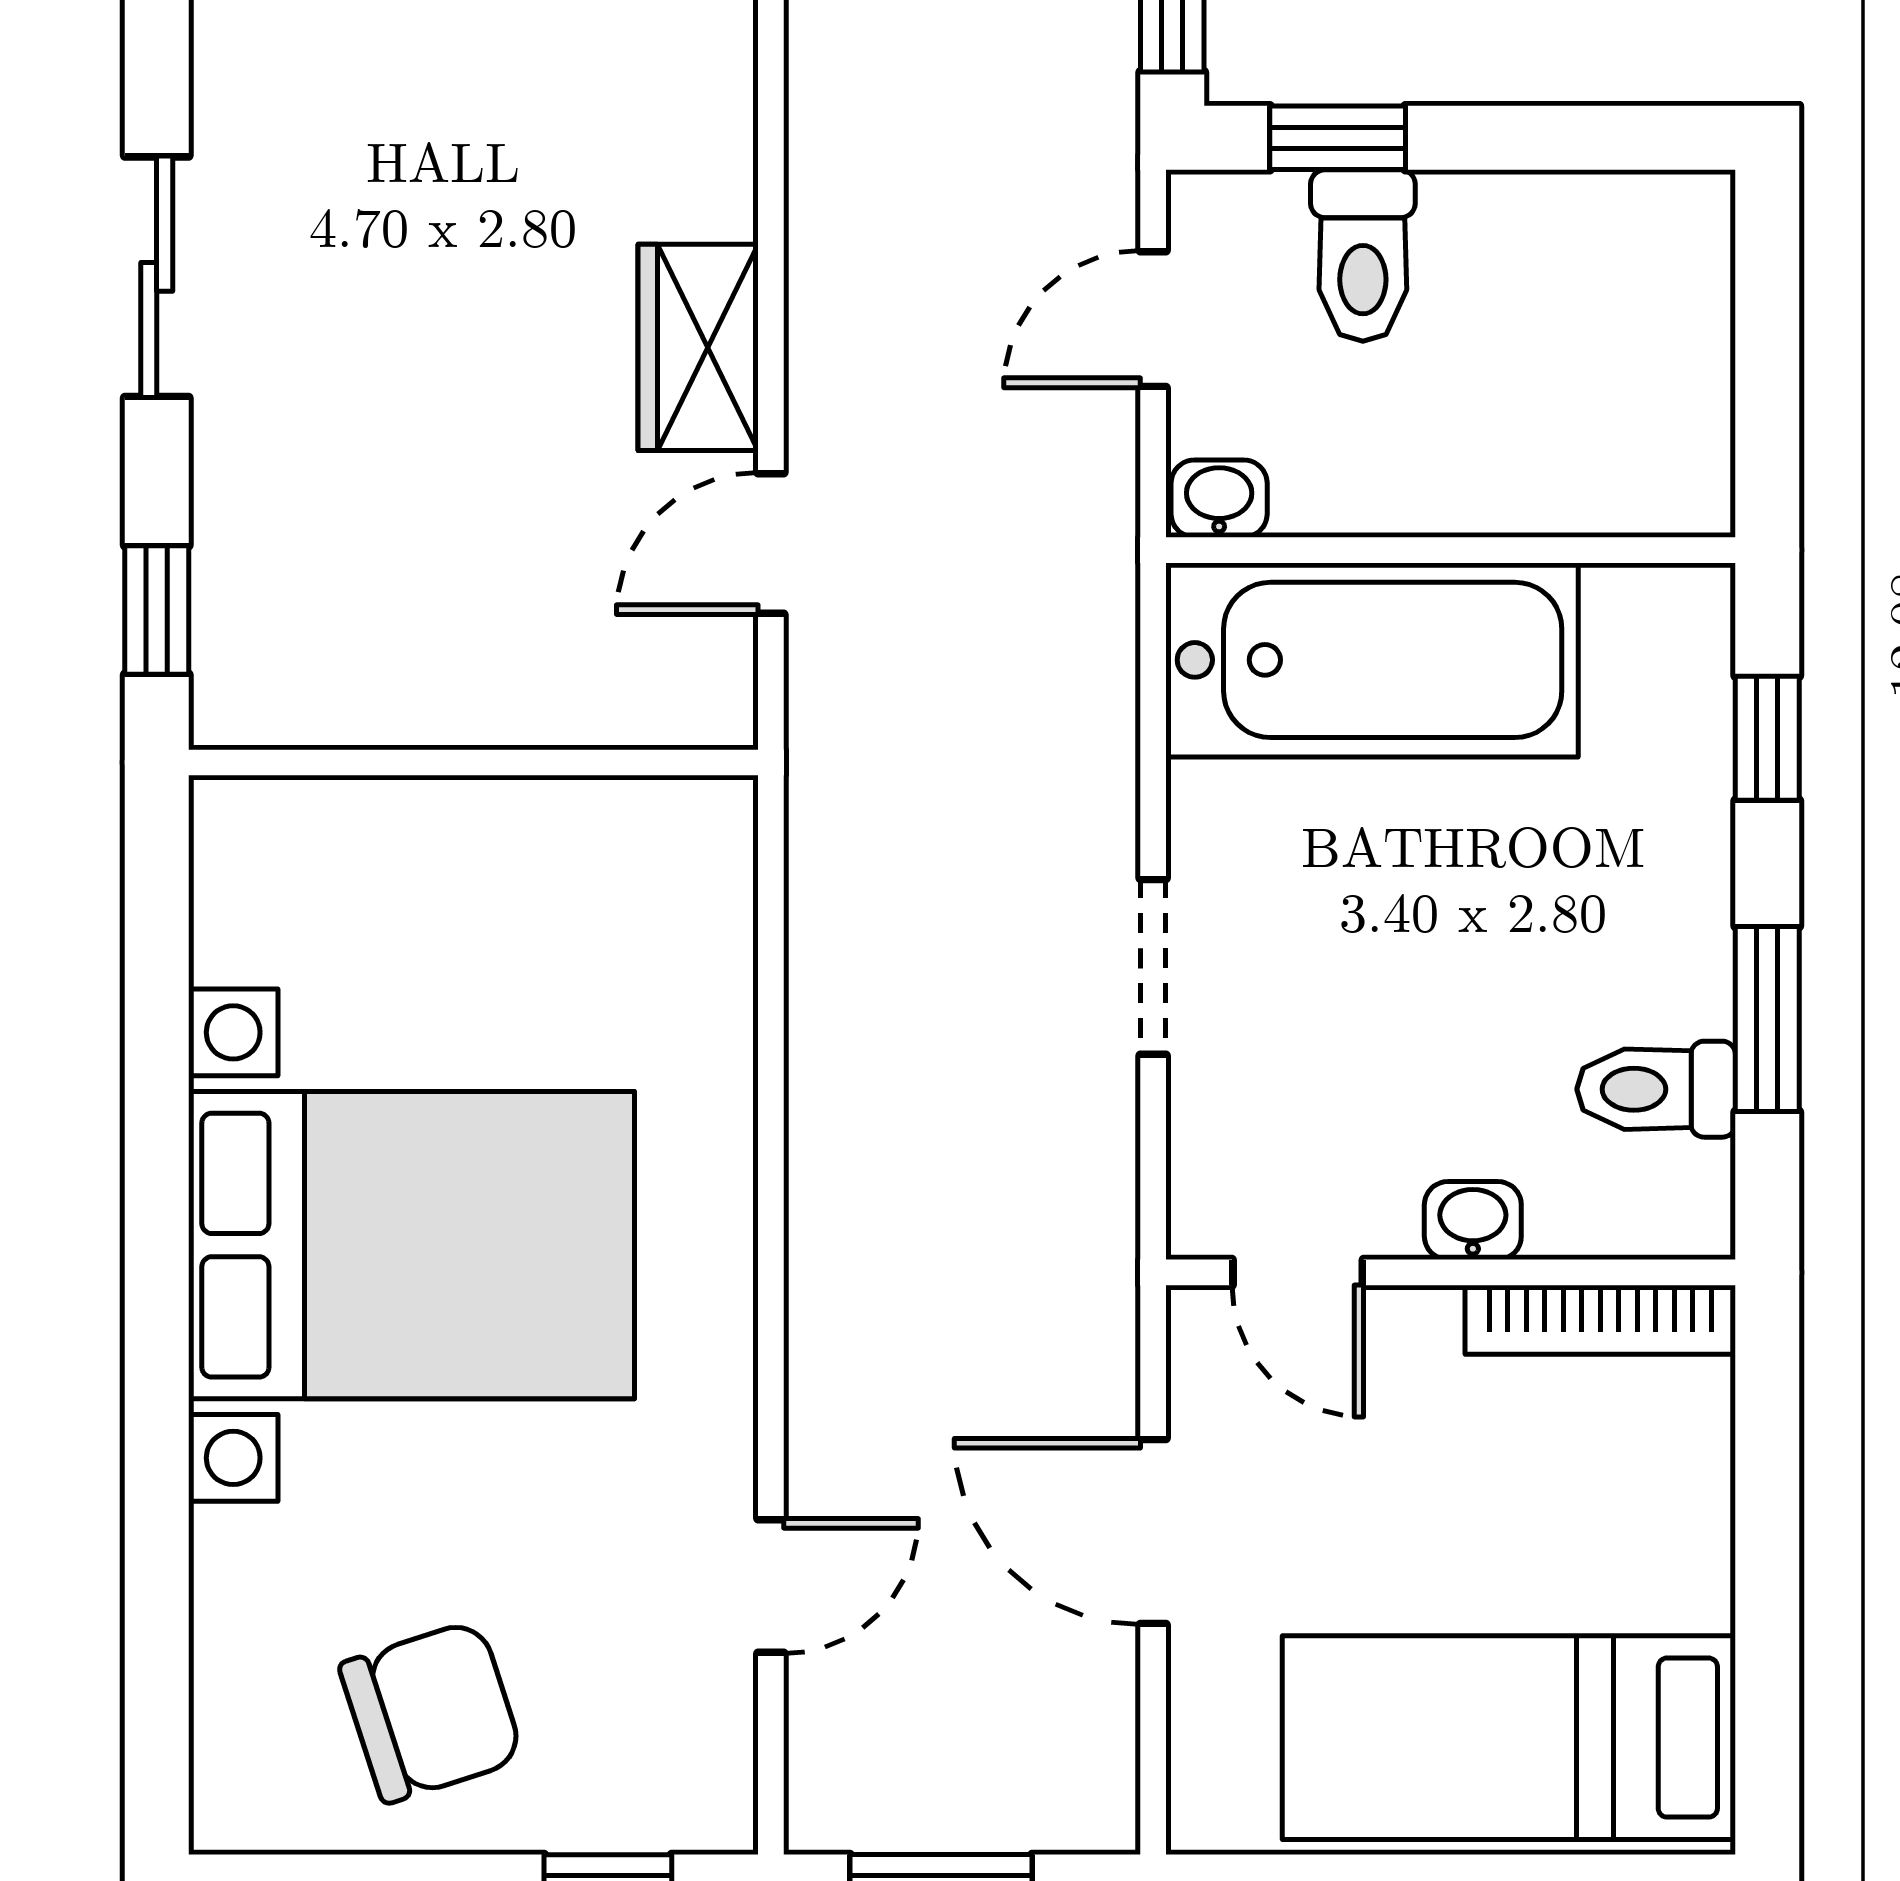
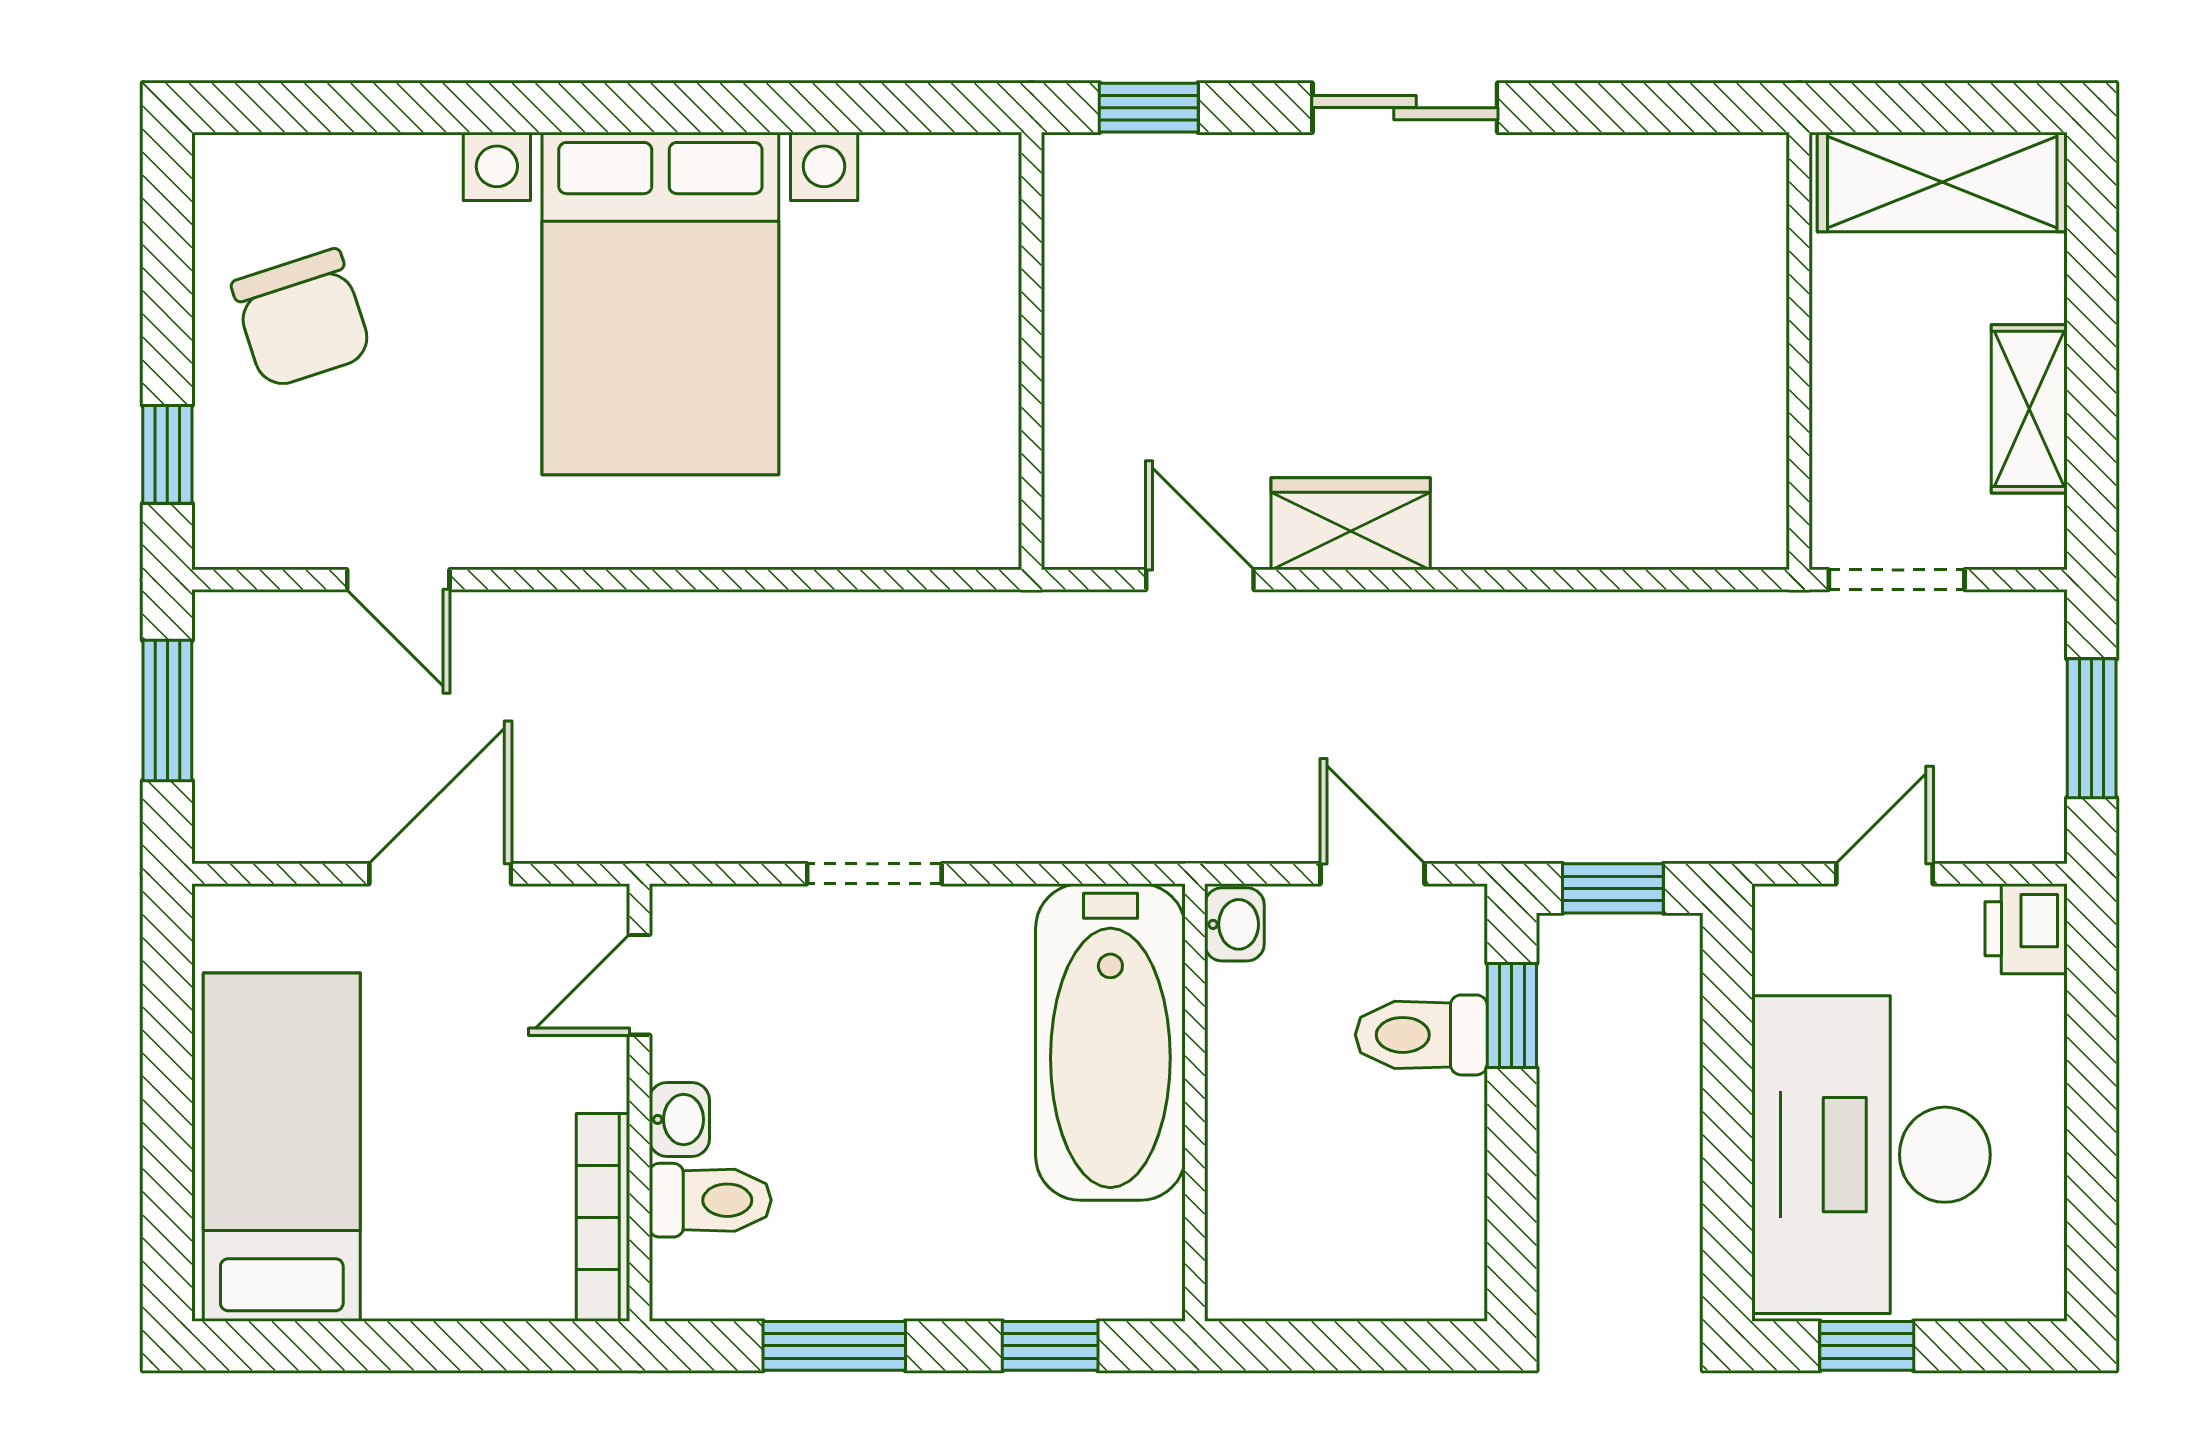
toilet: (1656, 1089) -> (710, 1200), moved, turned 90

